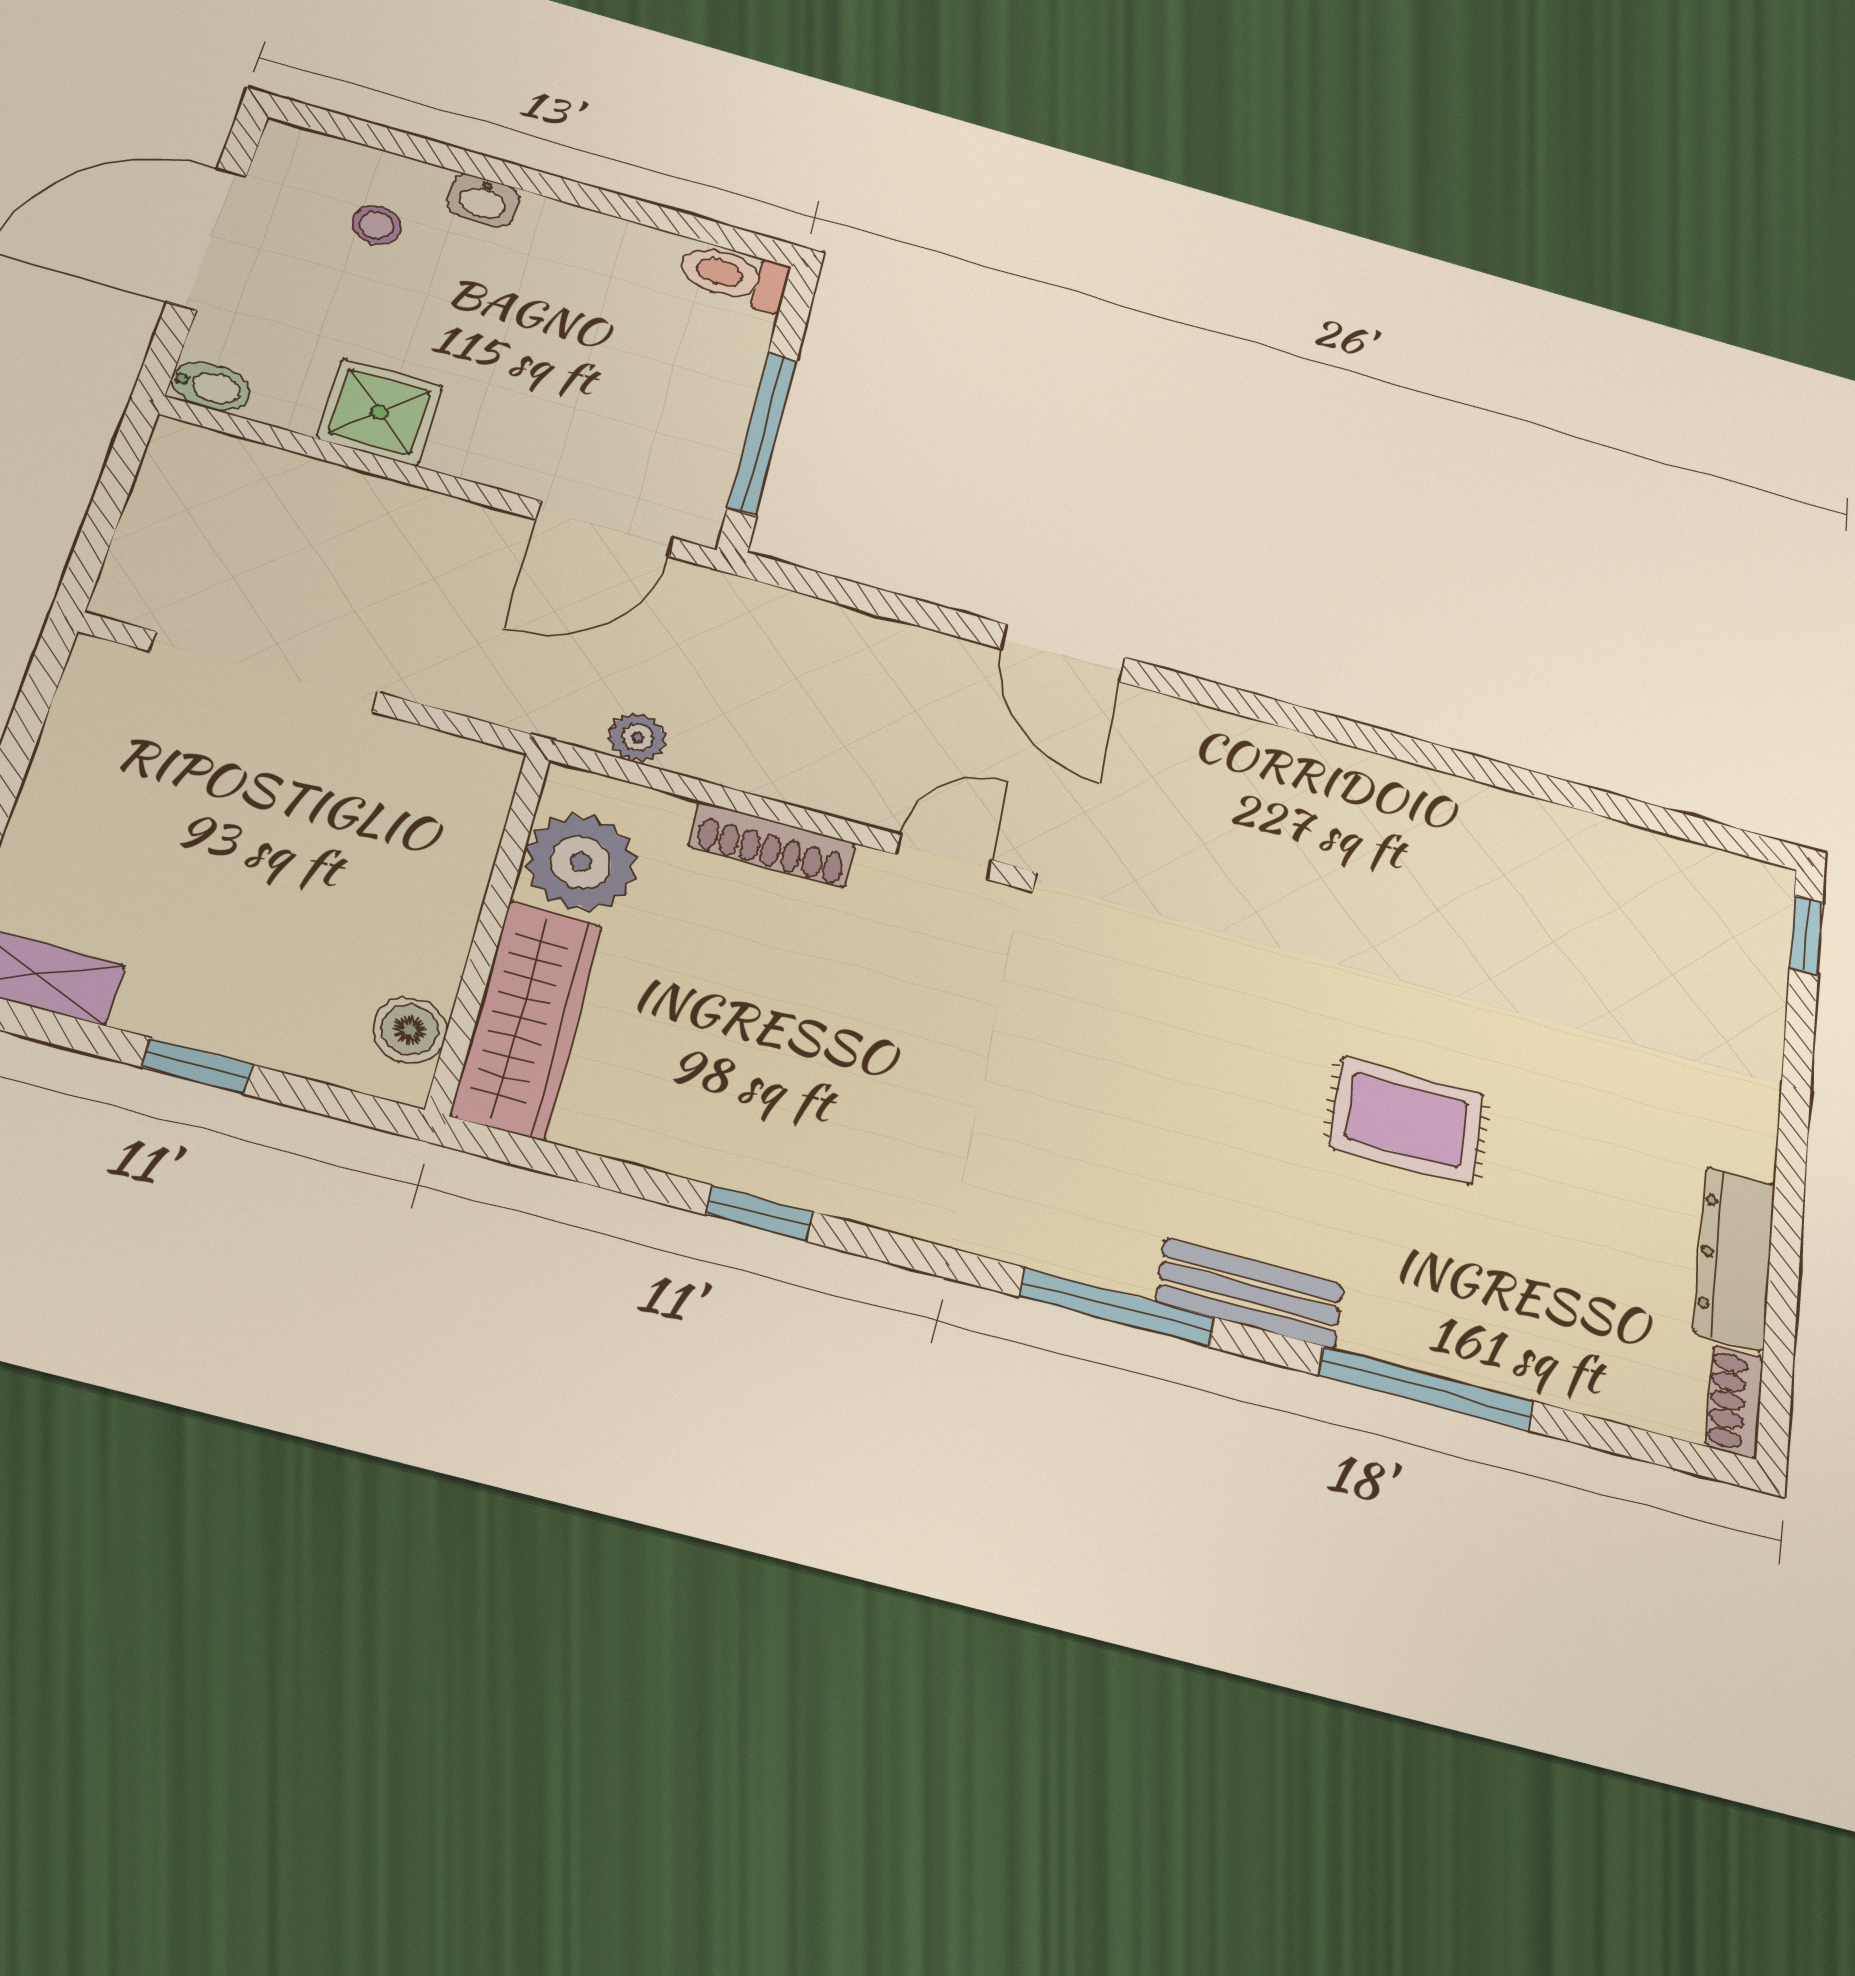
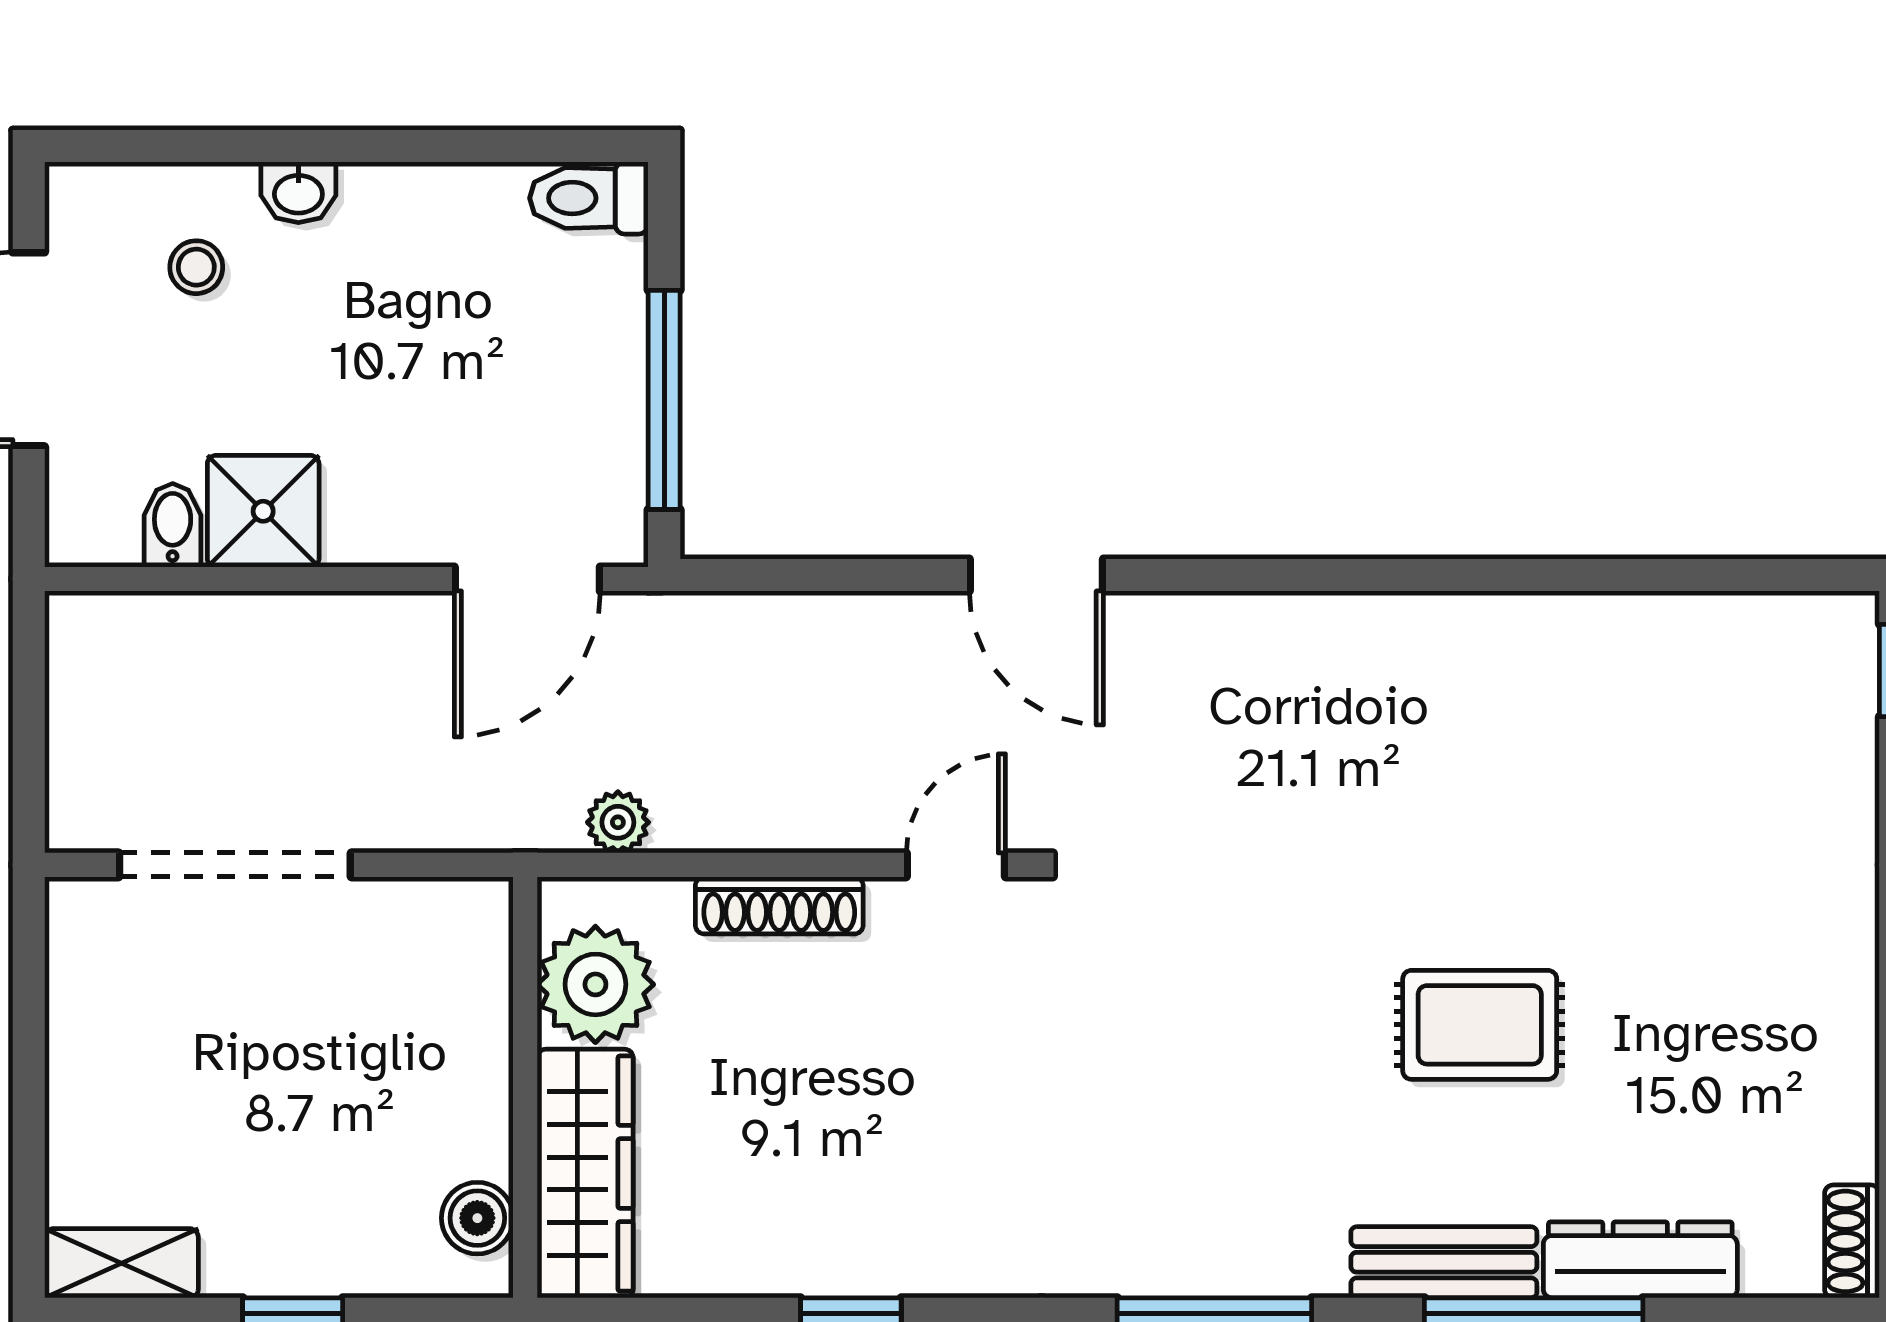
bidet: (211, 387) -> (173, 525), moved, turned -90
dresser: (1735, 1258) -> (1640, 1260), moved, turned 90
bench: (1250, 1293) -> (1444, 1262), moved

